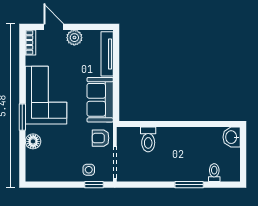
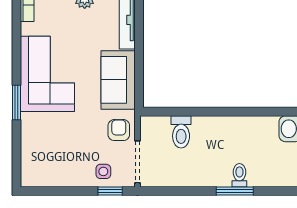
armchair: (101, 138) -> (119, 130), turned 90
floor lamp: (33, 141) -> (30, 134), removed
toilet: (214, 173) -> (239, 175), moved

